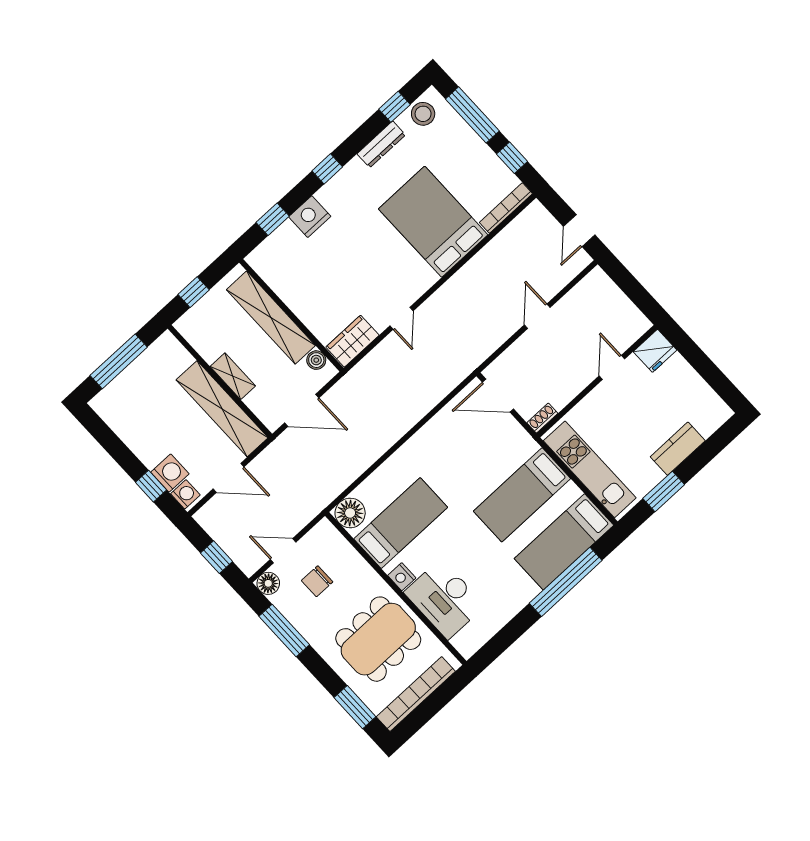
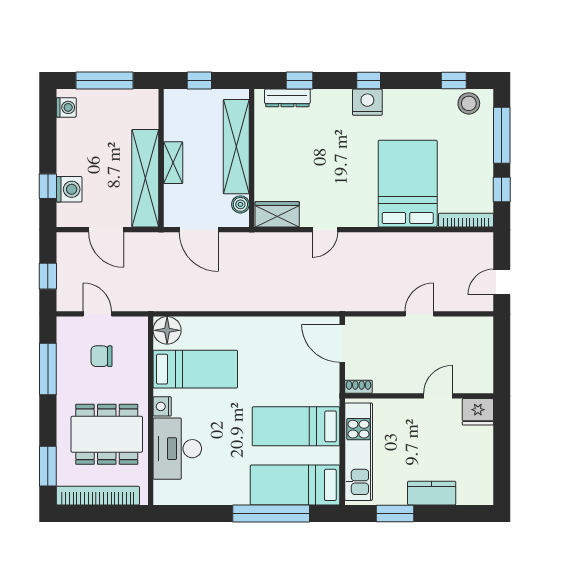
dresser: (381, 144) -> (287, 98), moved
nightstand: (310, 217) -> (367, 102), moved
washing machine: (185, 494) -> (66, 107), moved
floor lamp: (268, 583) -> (67, 327), removed

